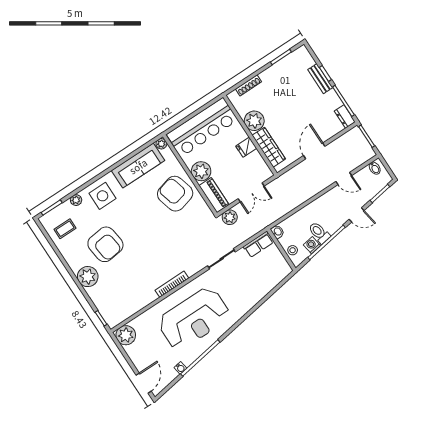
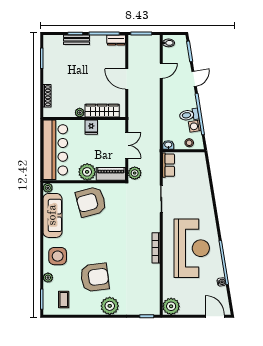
plant: (254, 121) -> (80, 113), width x0.53, depth x0.53

